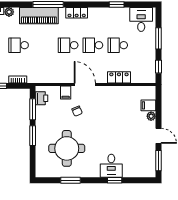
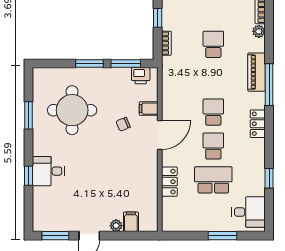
piano: (39, 16) -> (257, 72), width x0.73, depth x0.75
school desk: (118, 45) -> (213, 180), width x1.85
window: (158, 67) -> (184, 236), removed

